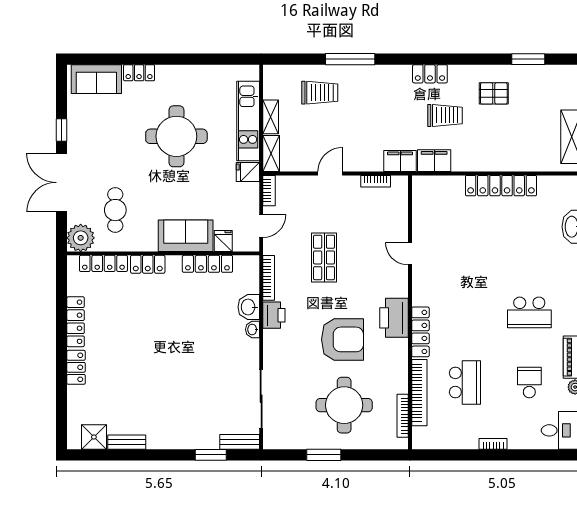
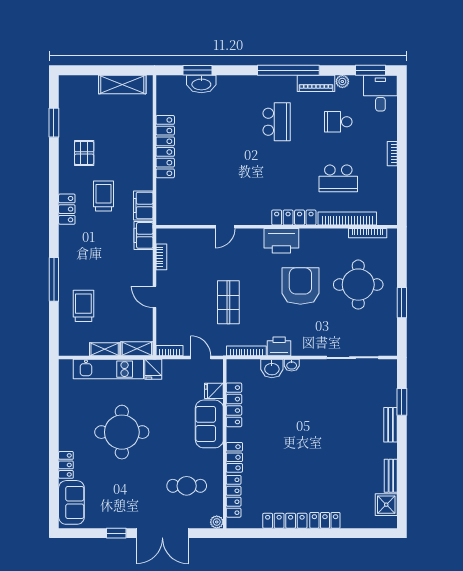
plant: (81, 238) -> (217, 522), width x0.53, depth x0.53
shop shelf: (324, 257) -> (228, 302), turned 90
school desk: (465, 382) -> (338, 178), turned 180
bench: (240, 442) -> (391, 425), moved

